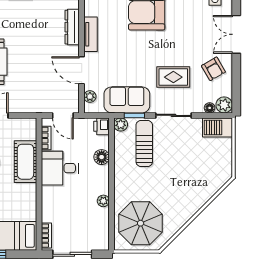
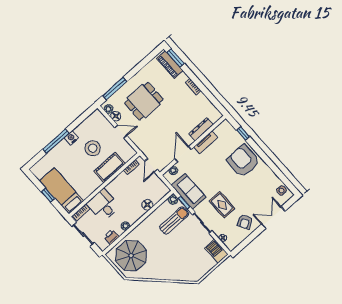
plant: (224, 105) -> (231, 244), removed
printer: (101, 126) -> (111, 237), moved
desk: (60, 168) -> (103, 205), moved

